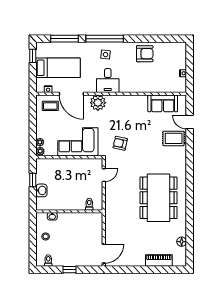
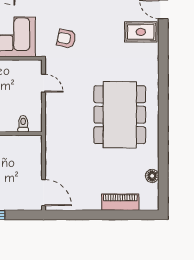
door: (104, 175) -> (43, 83), hinge flipped
door: (104, 254) -> (43, 193), hinge flipped

